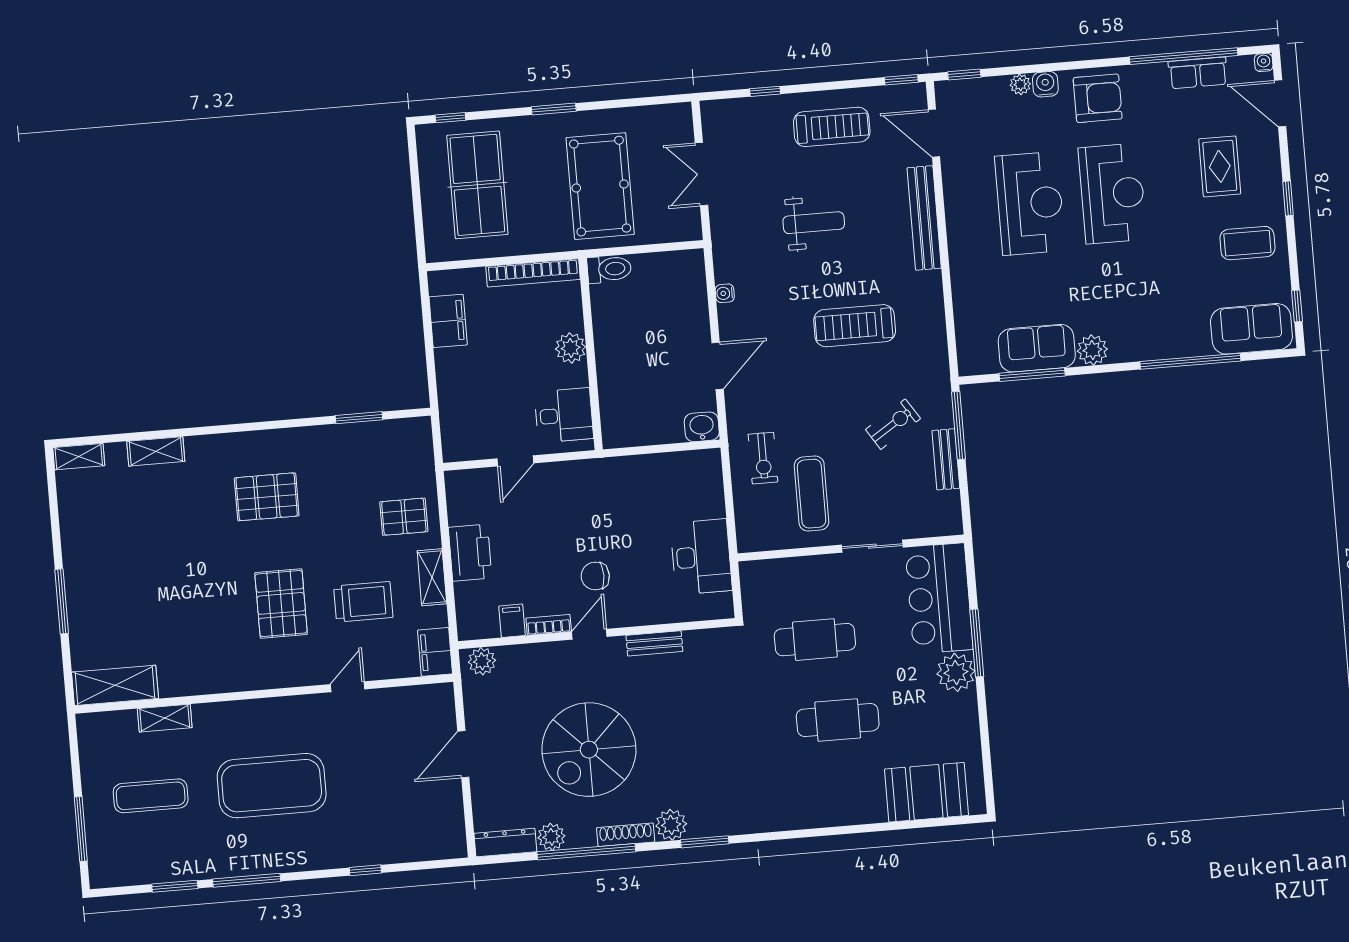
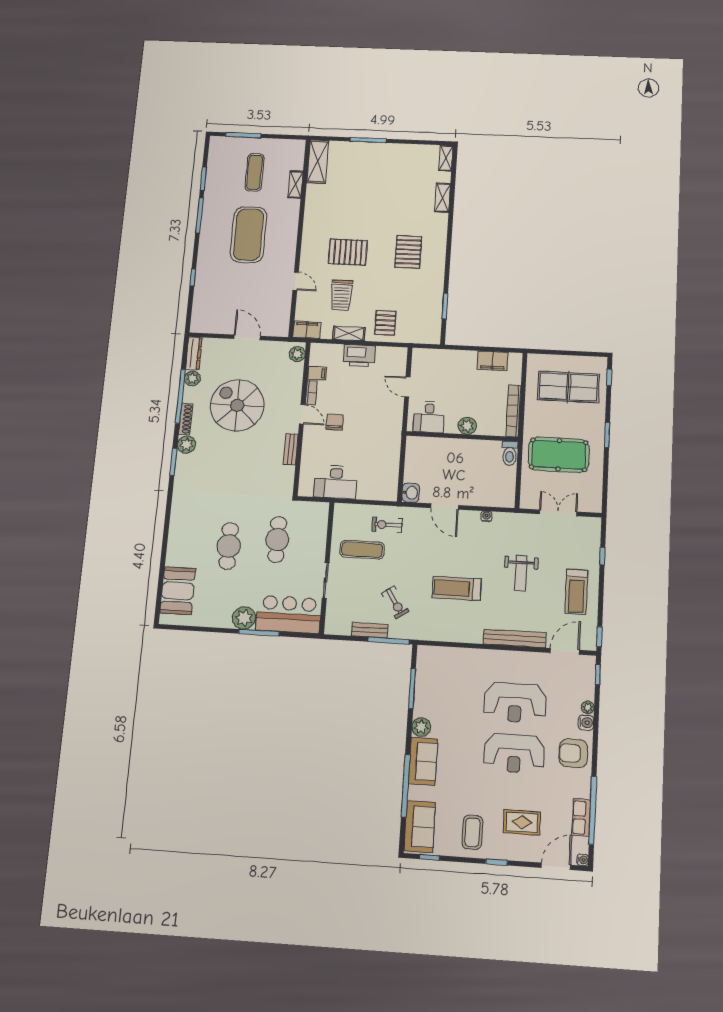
armchair: (1098, 98) -> (573, 753), turned 90
treadmill: (855, 326) -> (457, 588), turned -90
sofa: (1037, 348) -> (423, 761), moved

